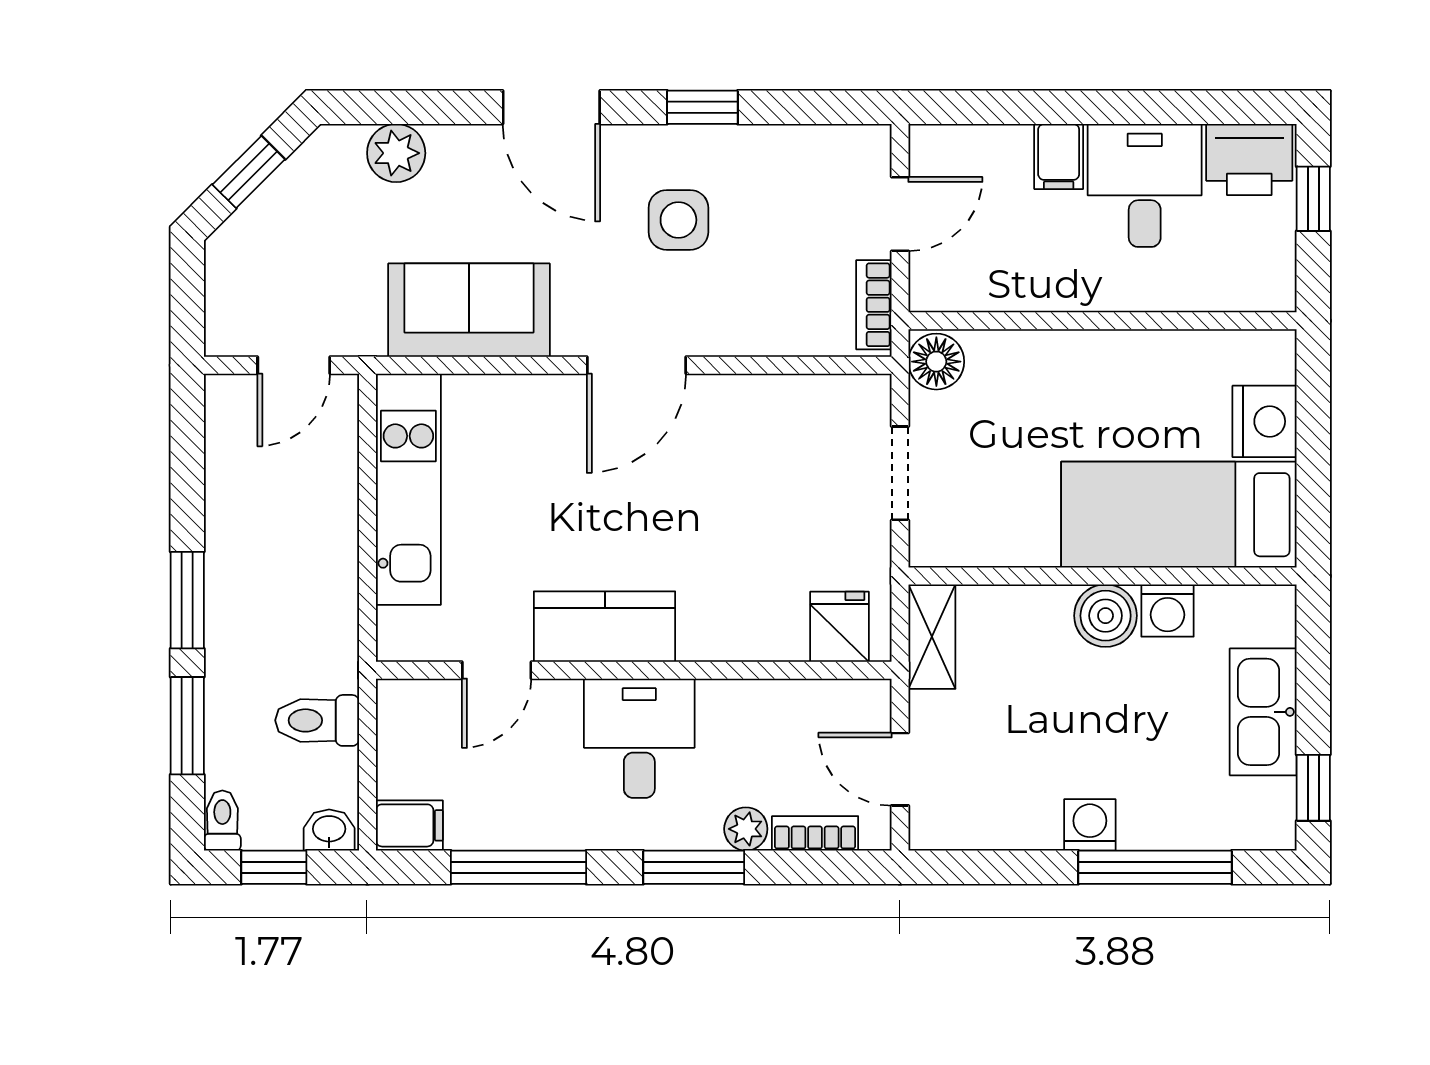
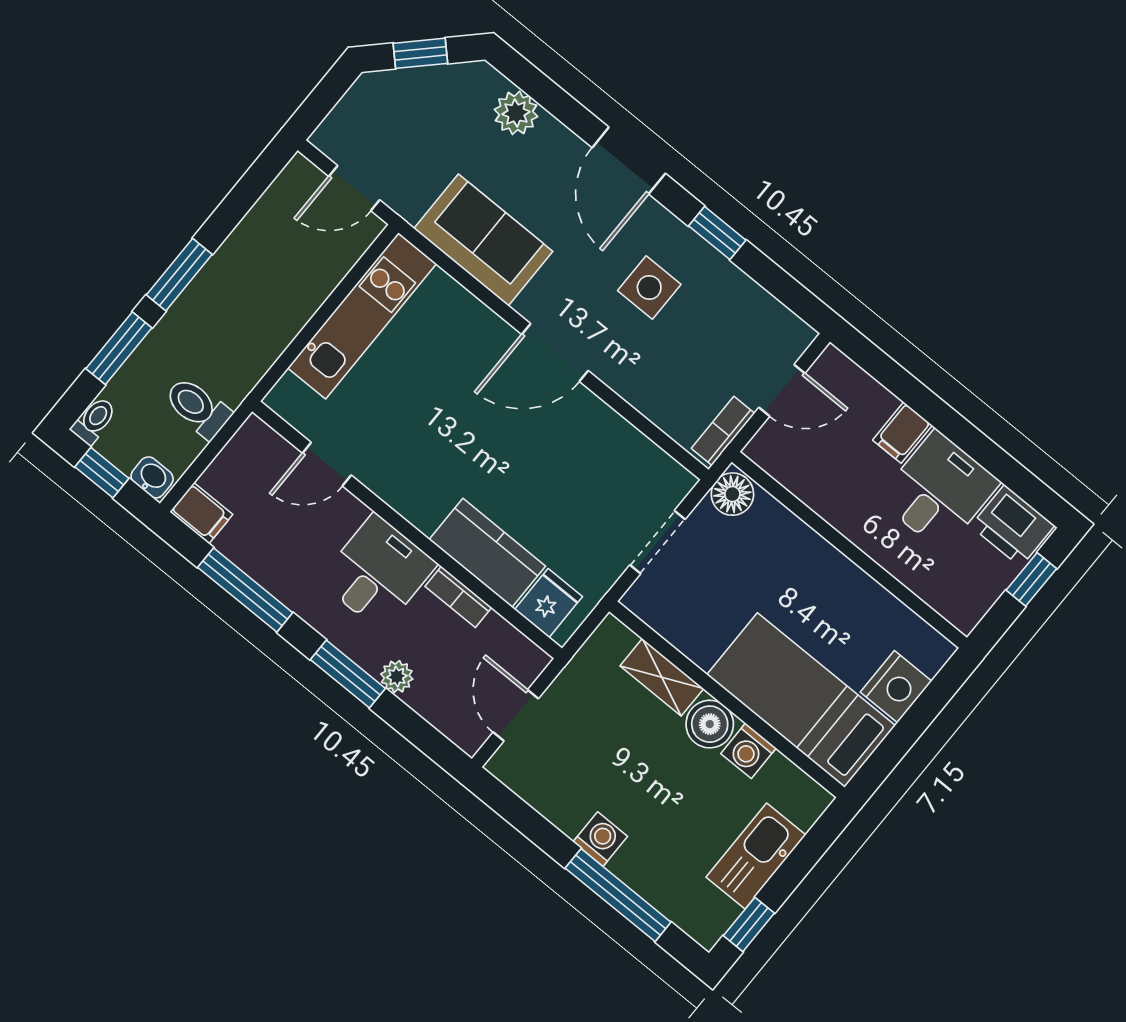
kitchen counter: (605, 627) -> (487, 553), moved
shelving: (932, 637) -> (662, 677), moved, turned 90
bookcase: (815, 833) -> (458, 597), moved, turned 180

